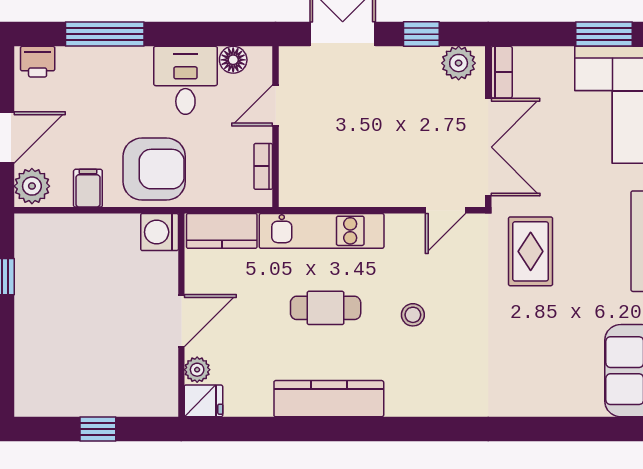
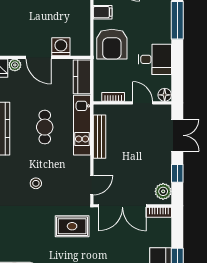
floor lamp: (233, 60) -> (165, 95), moved
bench: (345, 195) -> (100, 137), added
door: (445, 210) -> (92, 185), swing flipped
washing machine: (160, 232) -> (61, 47), moved
stool: (413, 315) -> (36, 183), moved

